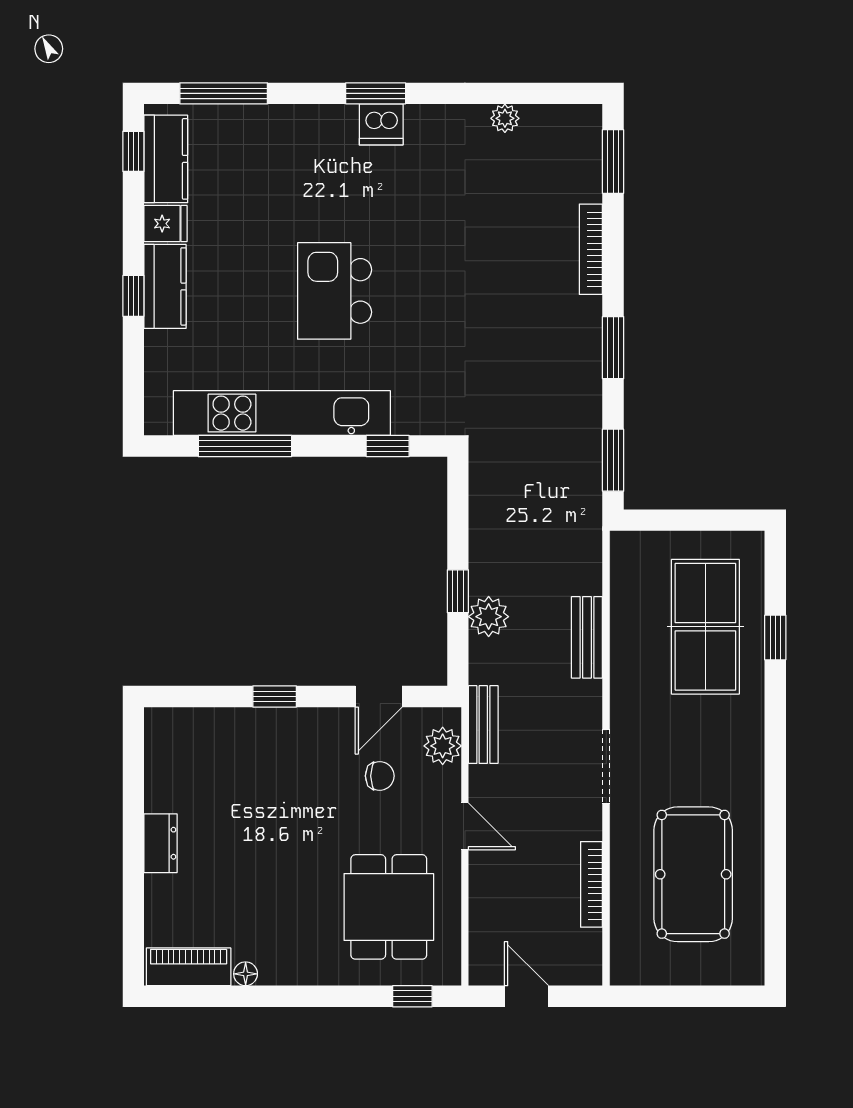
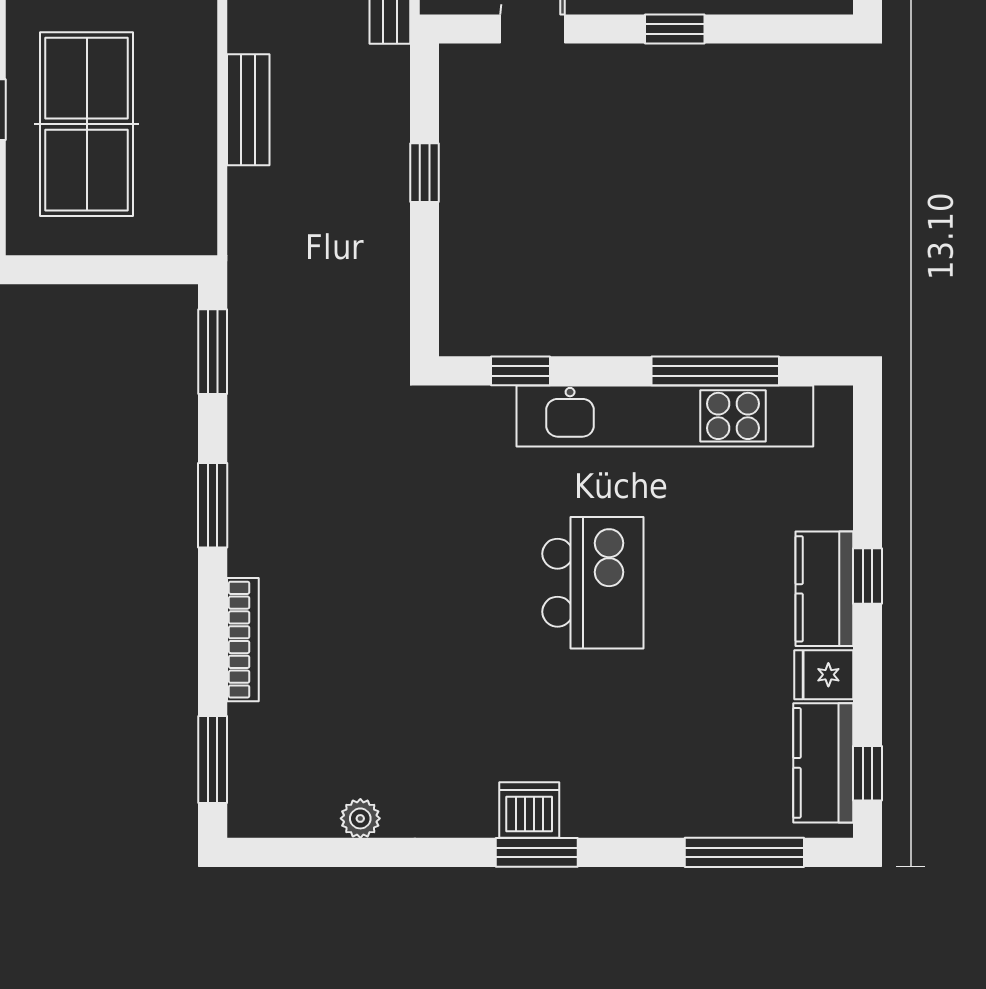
plant: (489, 617) -> (383, 138), removed

